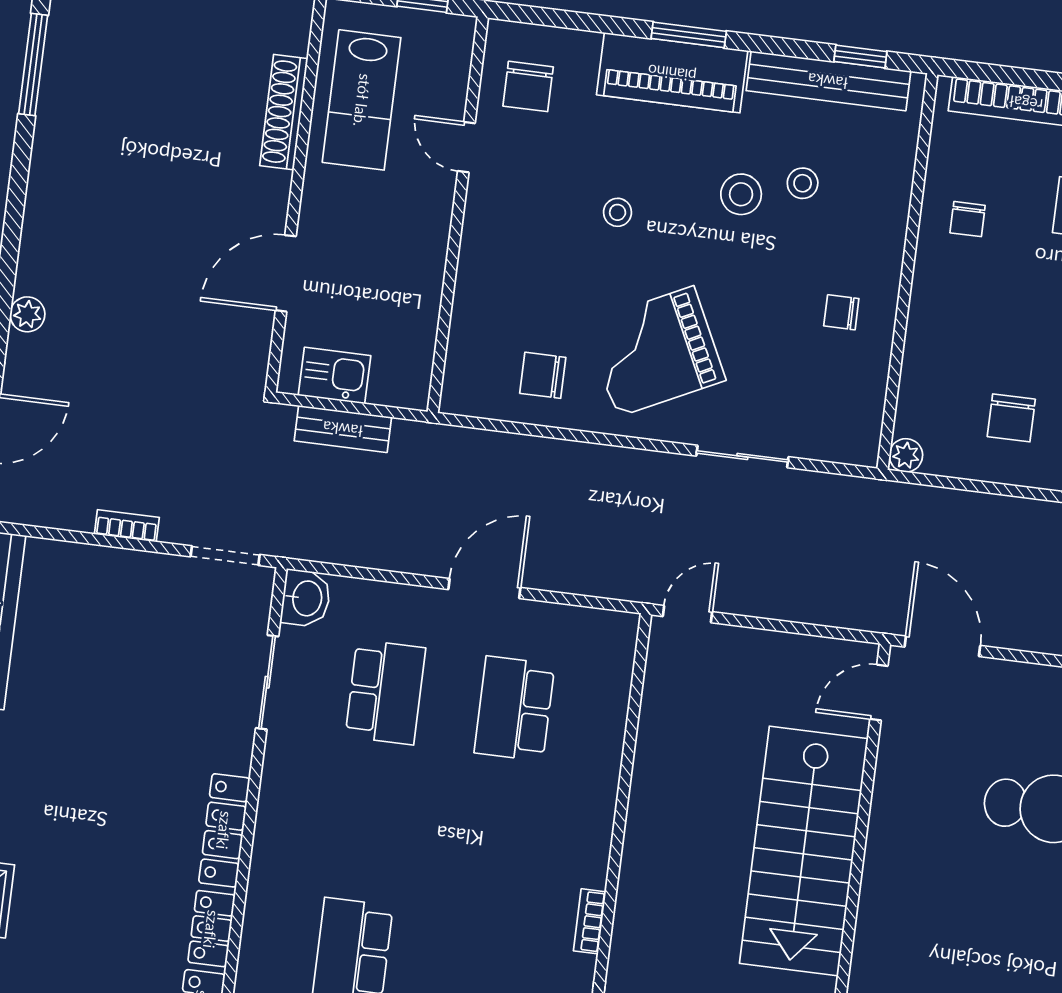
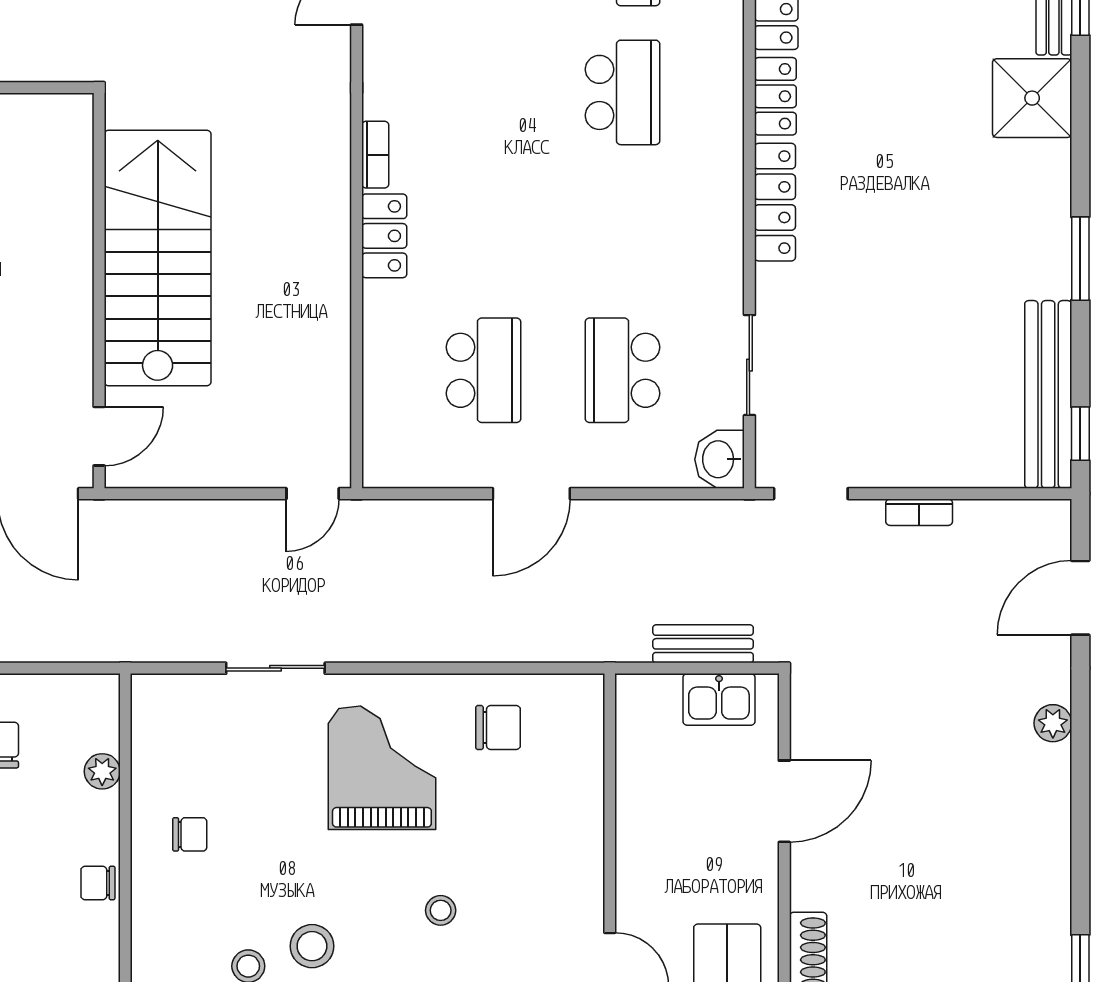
chair: (968, 219) -> (98, 883), moved, turned -90
grand piano: (655, 352) -> (382, 768), turned -64
plant: (906, 455) -> (102, 771), moved
locker: (591, 845) -> (384, 236), added

